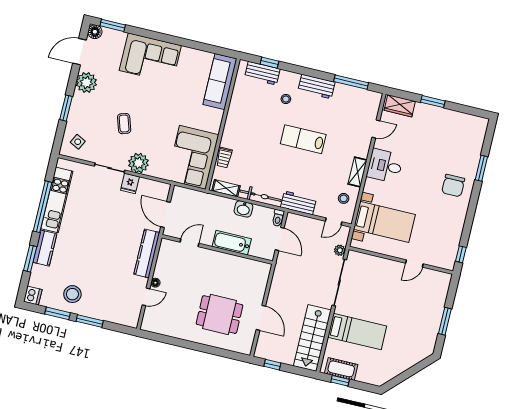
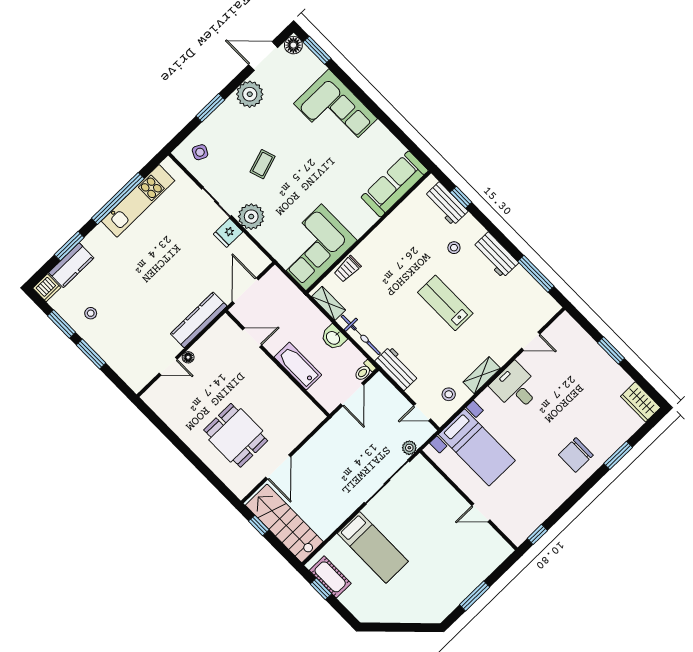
wardrobe: (400, 106) -> (640, 402), moved
kitchen counter: (45, 248) -> (71, 265), moved
stool: (72, 294) -> (91, 313), width x0.53, depth x0.53
stairs: (312, 338) -> (284, 523), moved, turned 90

